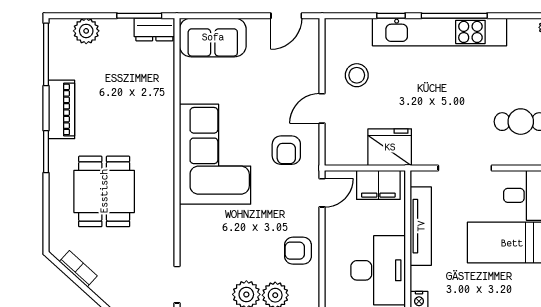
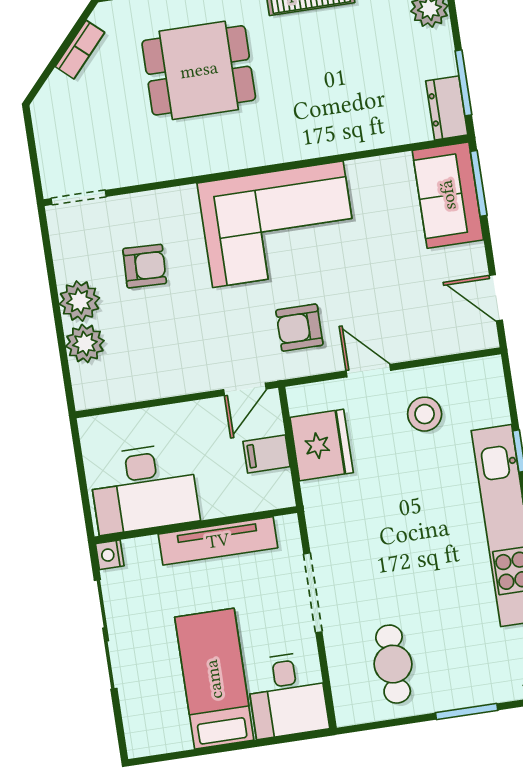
window: (208, 16) -> (479, 183), added
fridge: (390, 147) -> (322, 445), moved
filing cabinet: (378, 185) -> (267, 454), width x0.50
door: (322, 193) -> (245, 389), hinge flipped
armchair: (298, 251) -> (145, 266), moved, turned 92

